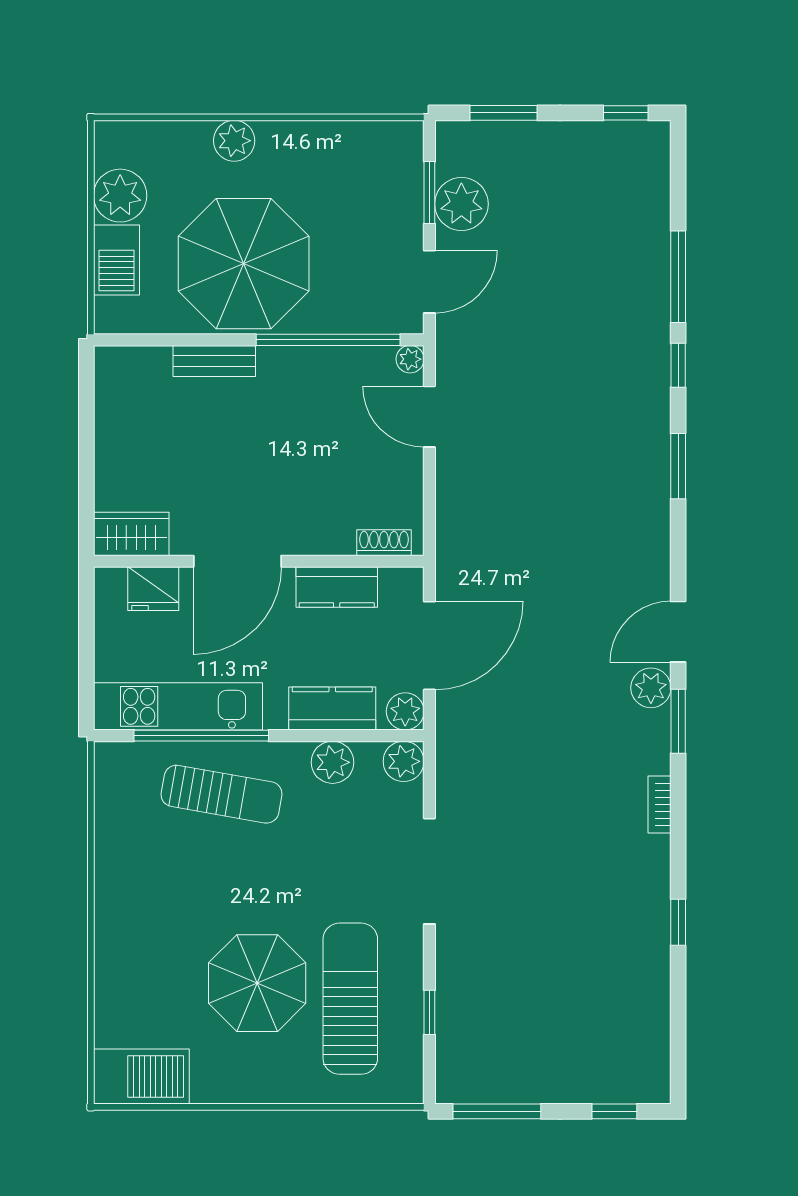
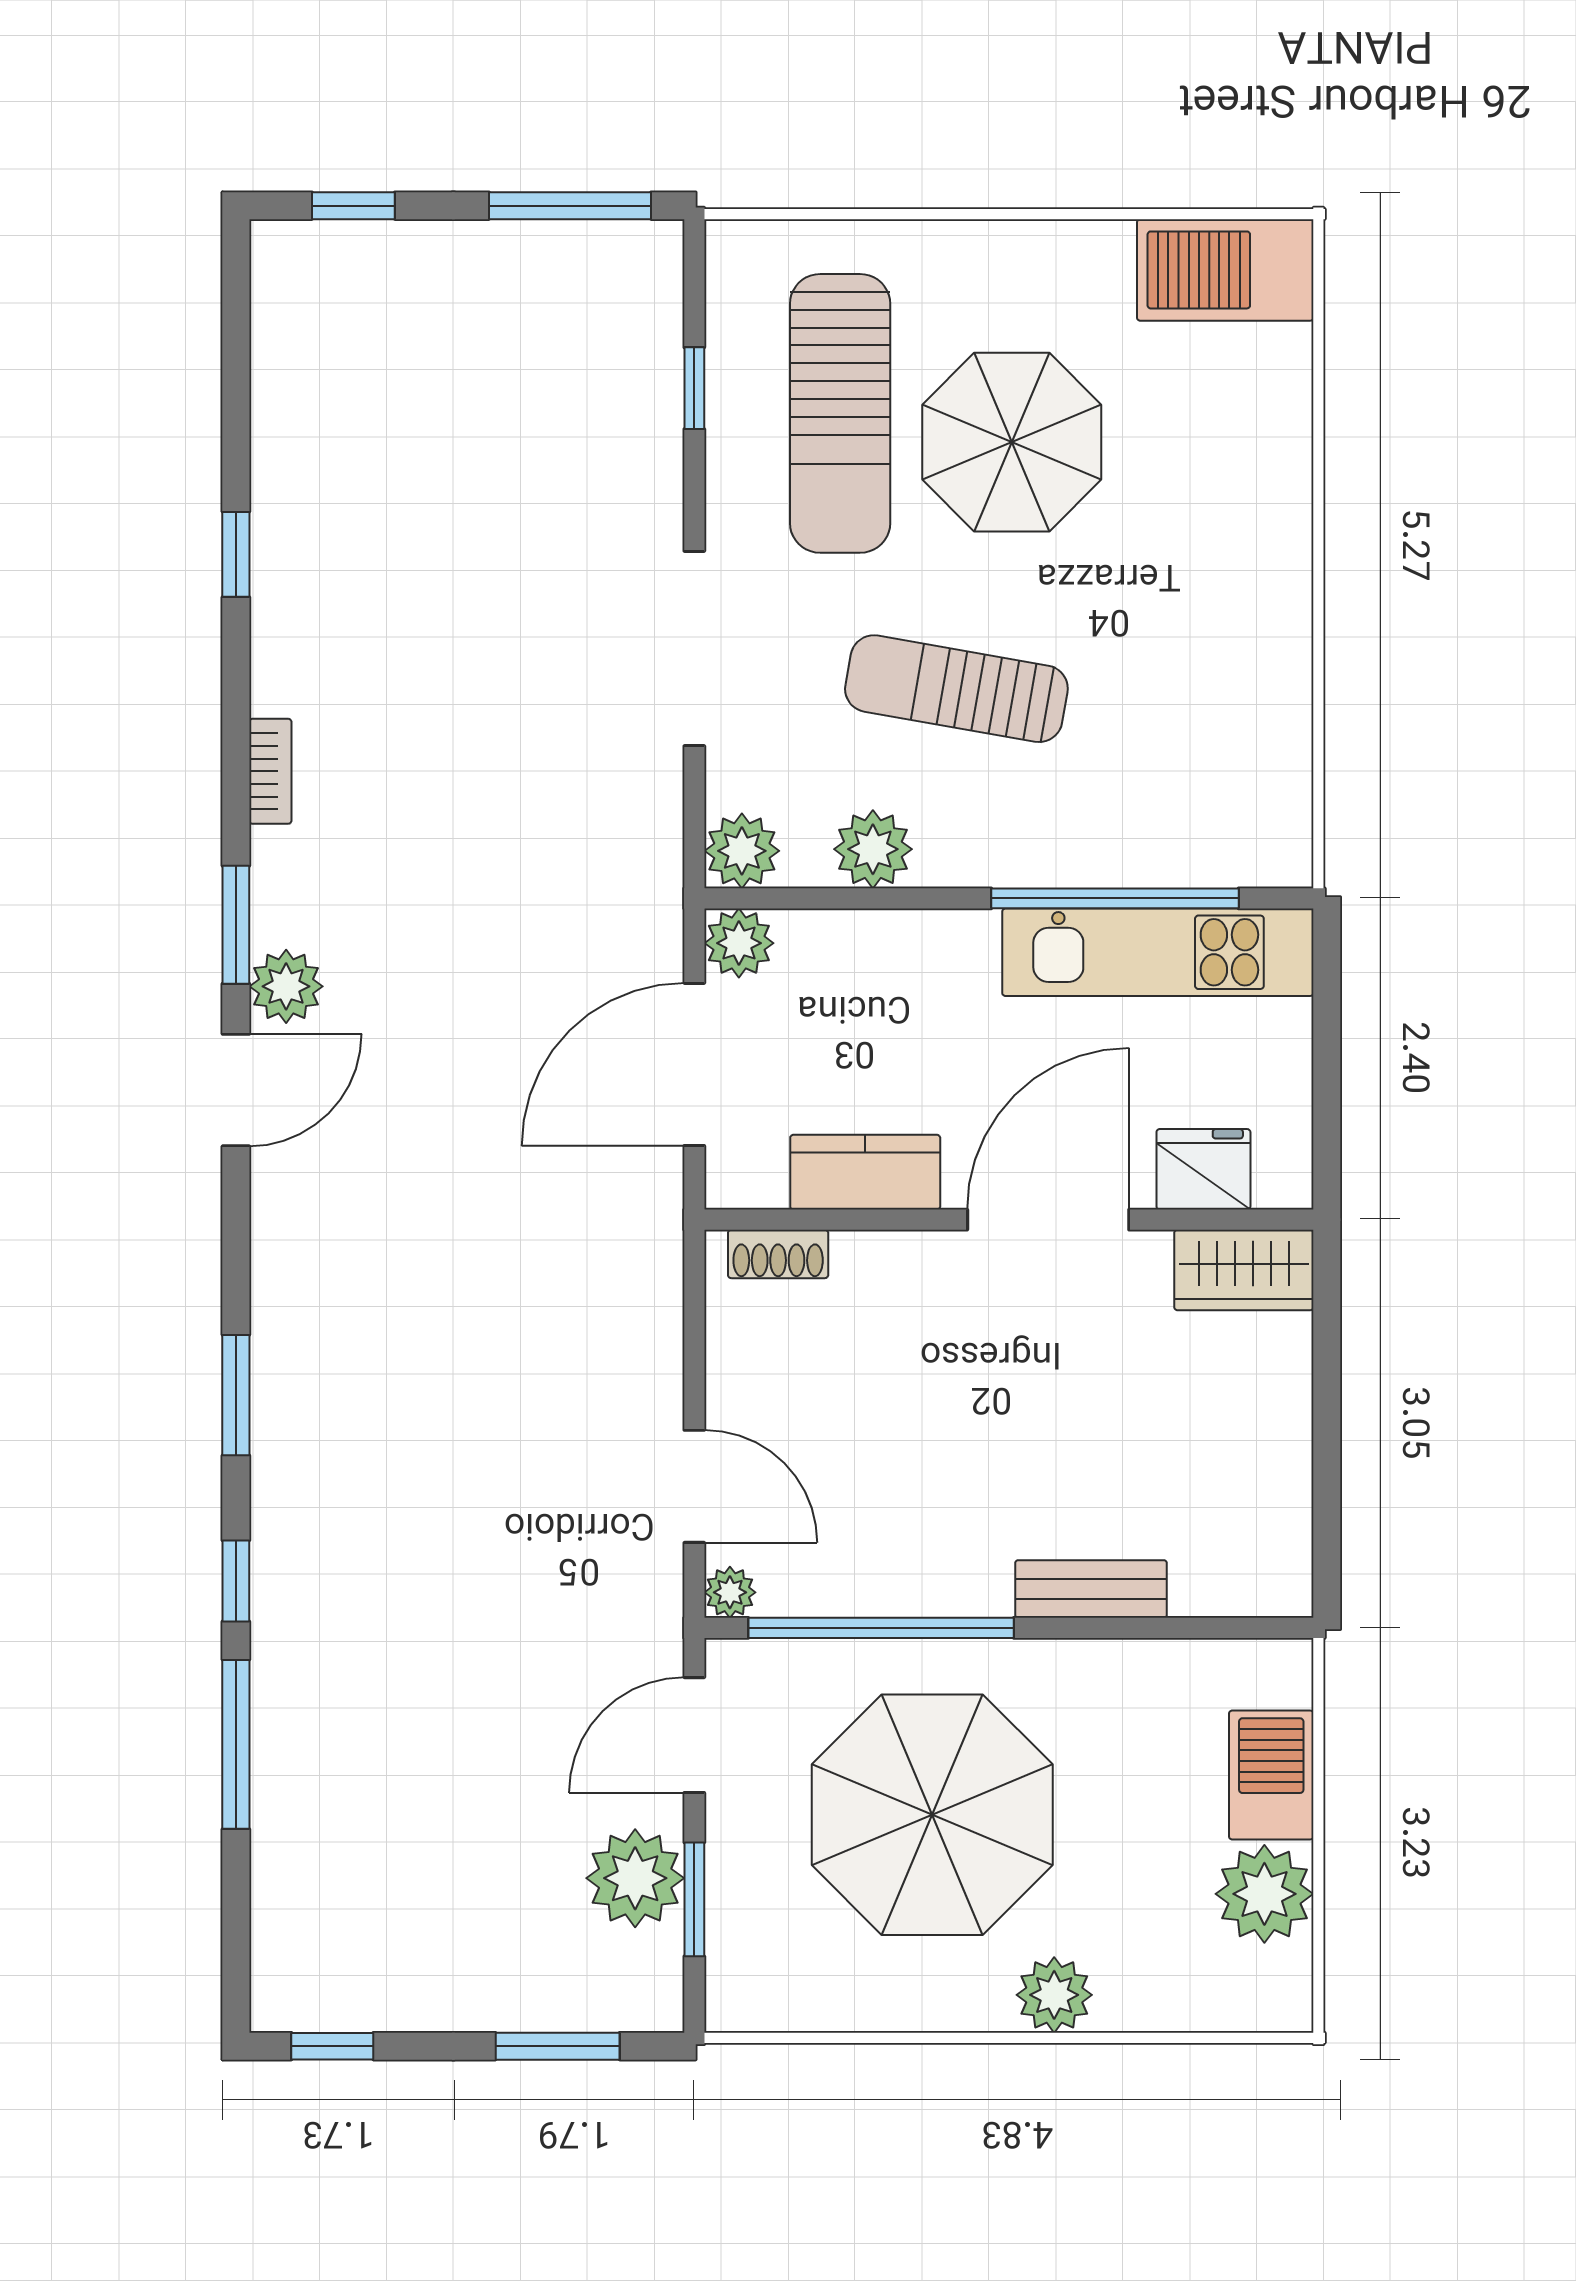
parasol: (244, 264) -> (932, 1815), moved
kitchen counter: (332, 708) -> (873, 948), removed
sun lounger: (222, 794) -> (956, 689), moved

